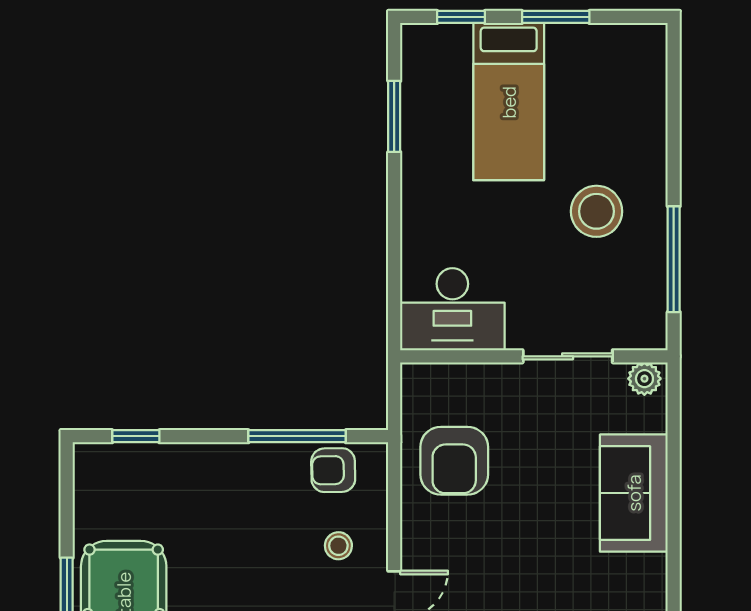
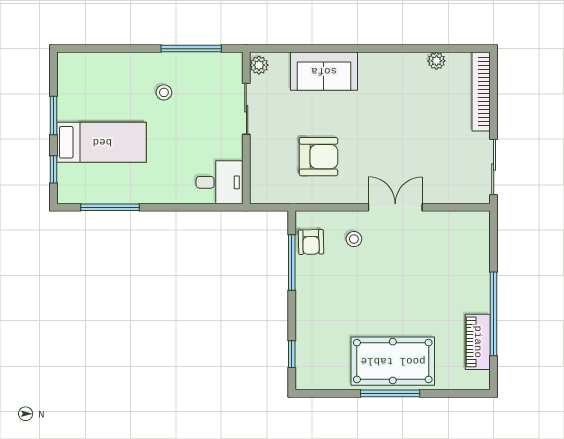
window: (394, 116) -> (110, 207), width x1.44
stool: (596, 211) -> (164, 92), width x0.53, depth x0.53
desk: (452, 309) -> (220, 182), width x0.73
armchair: (454, 461) -> (318, 157), moved

